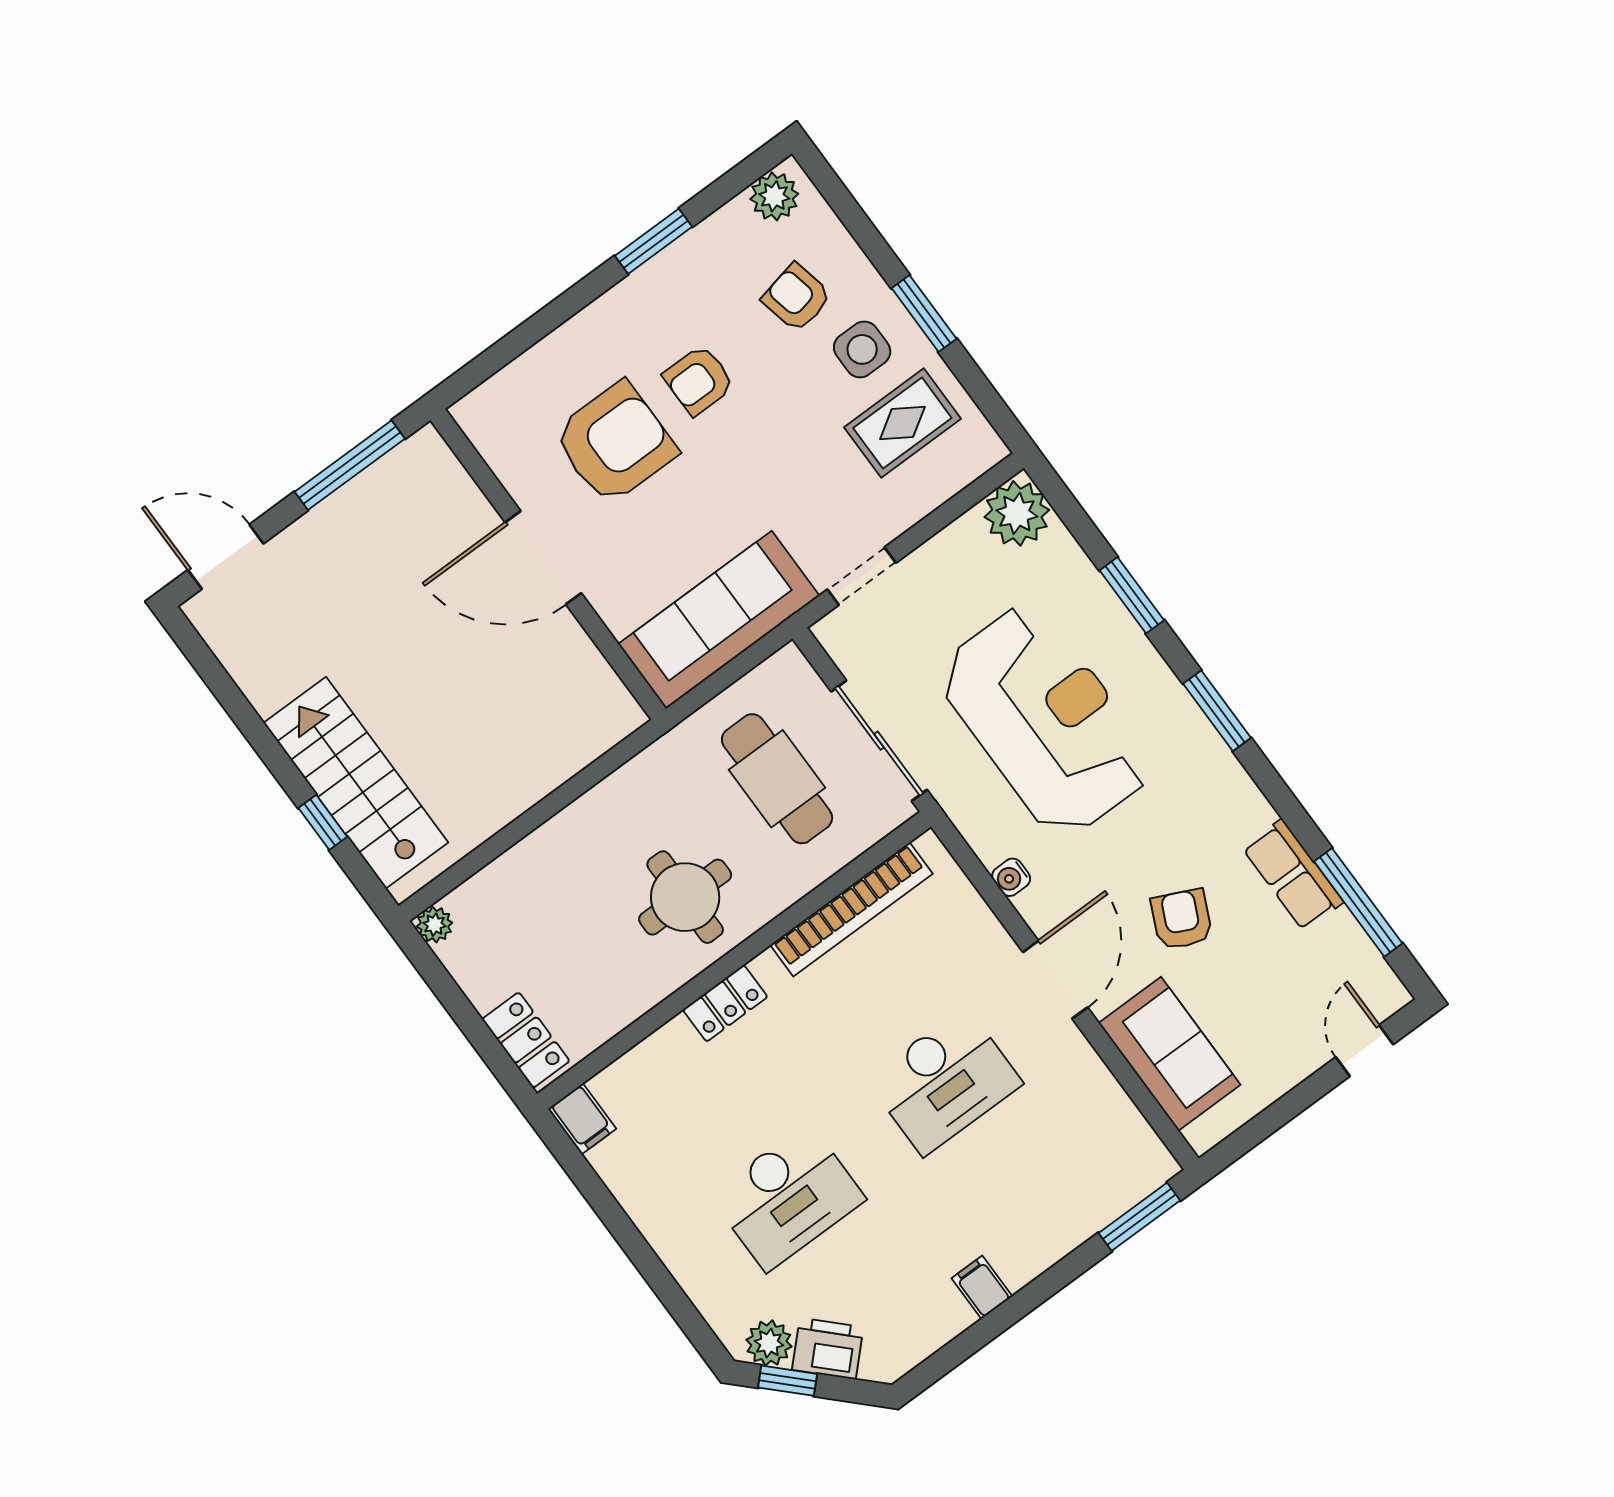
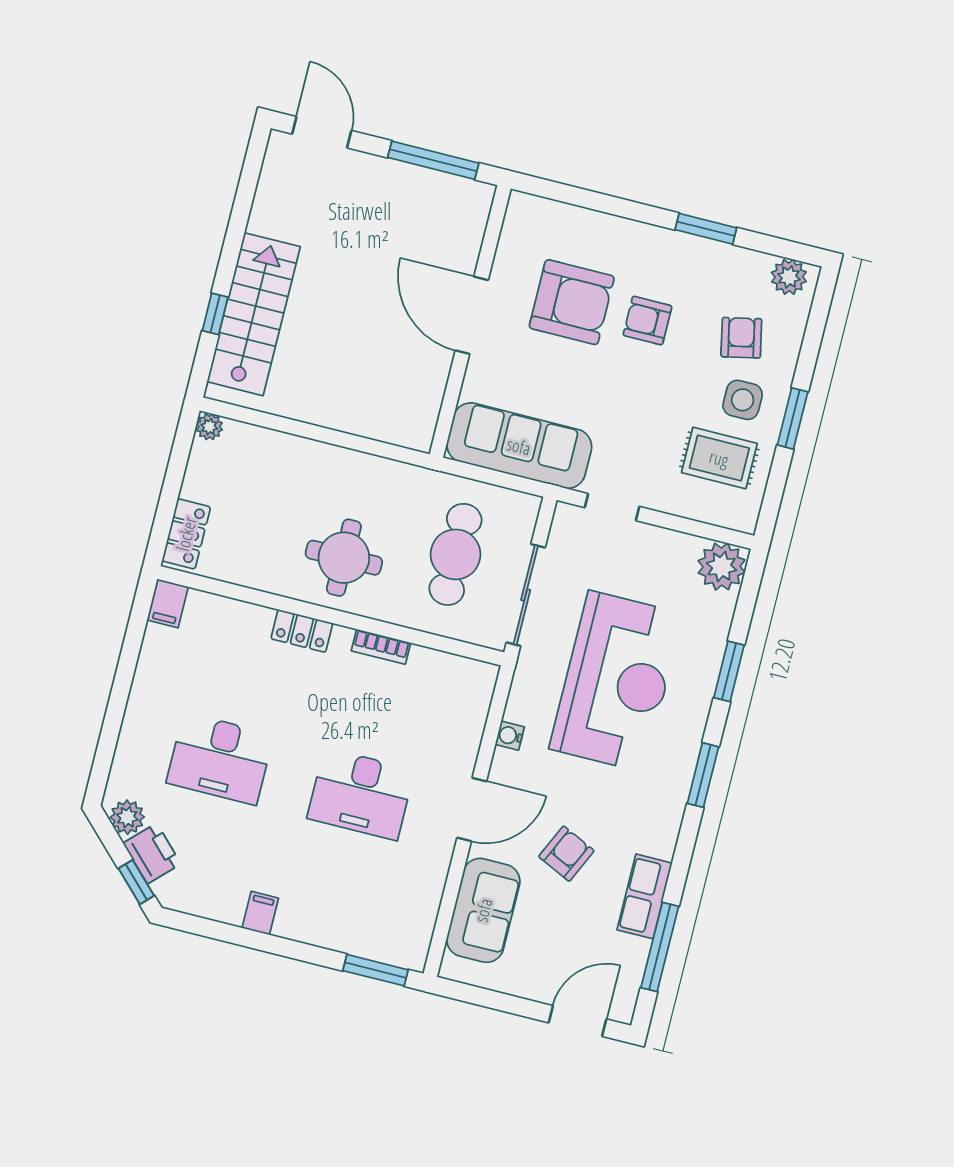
bookcase: (851, 909) -> (381, 647), width x0.43, depth x0.76
door: (1365, 1051) -> (578, 1021), width x1.38
window: (788, 1381) -> (136, 882), moved

